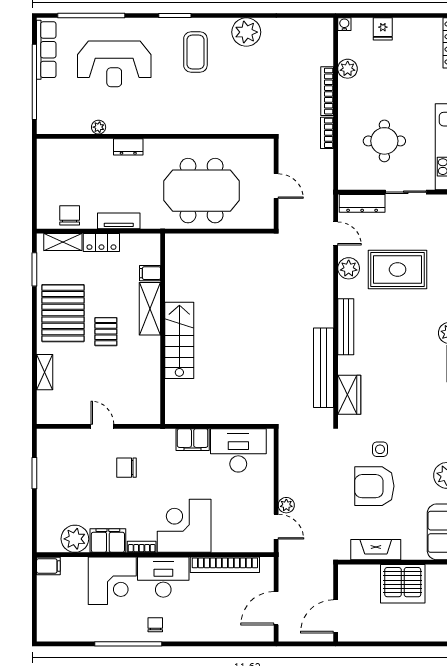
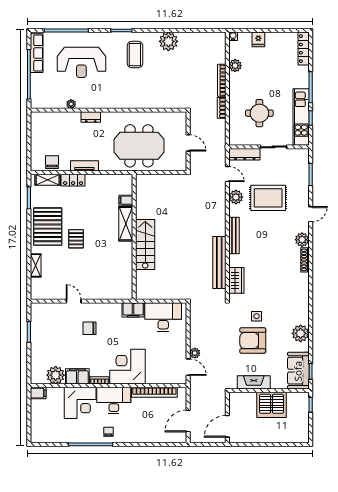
filing cabinet: (150, 273) -> (126, 200), moved
shelving: (150, 309) -> (126, 224), moved
wall: (163, 329) -> (134, 237), moved
stairs: (179, 340) -> (145, 244), moved

